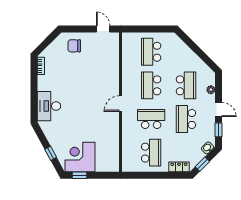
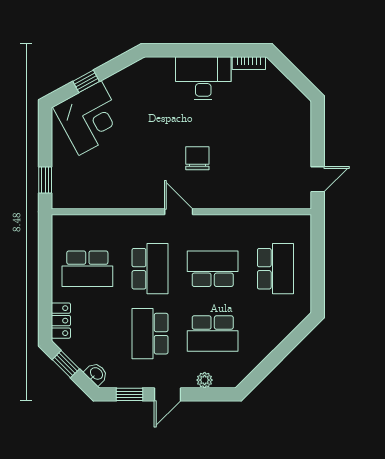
chair: (74, 46) -> (197, 158), moved
school desk: (151, 52) -> (275, 269), turned 90
desk: (49, 106) -> (203, 78), moved
school desk: (186, 119) -> (150, 334), turned -90
corner desk: (80, 157) -> (90, 118), moved, turned 61
window: (79, 175) -> (45, 180), moved

